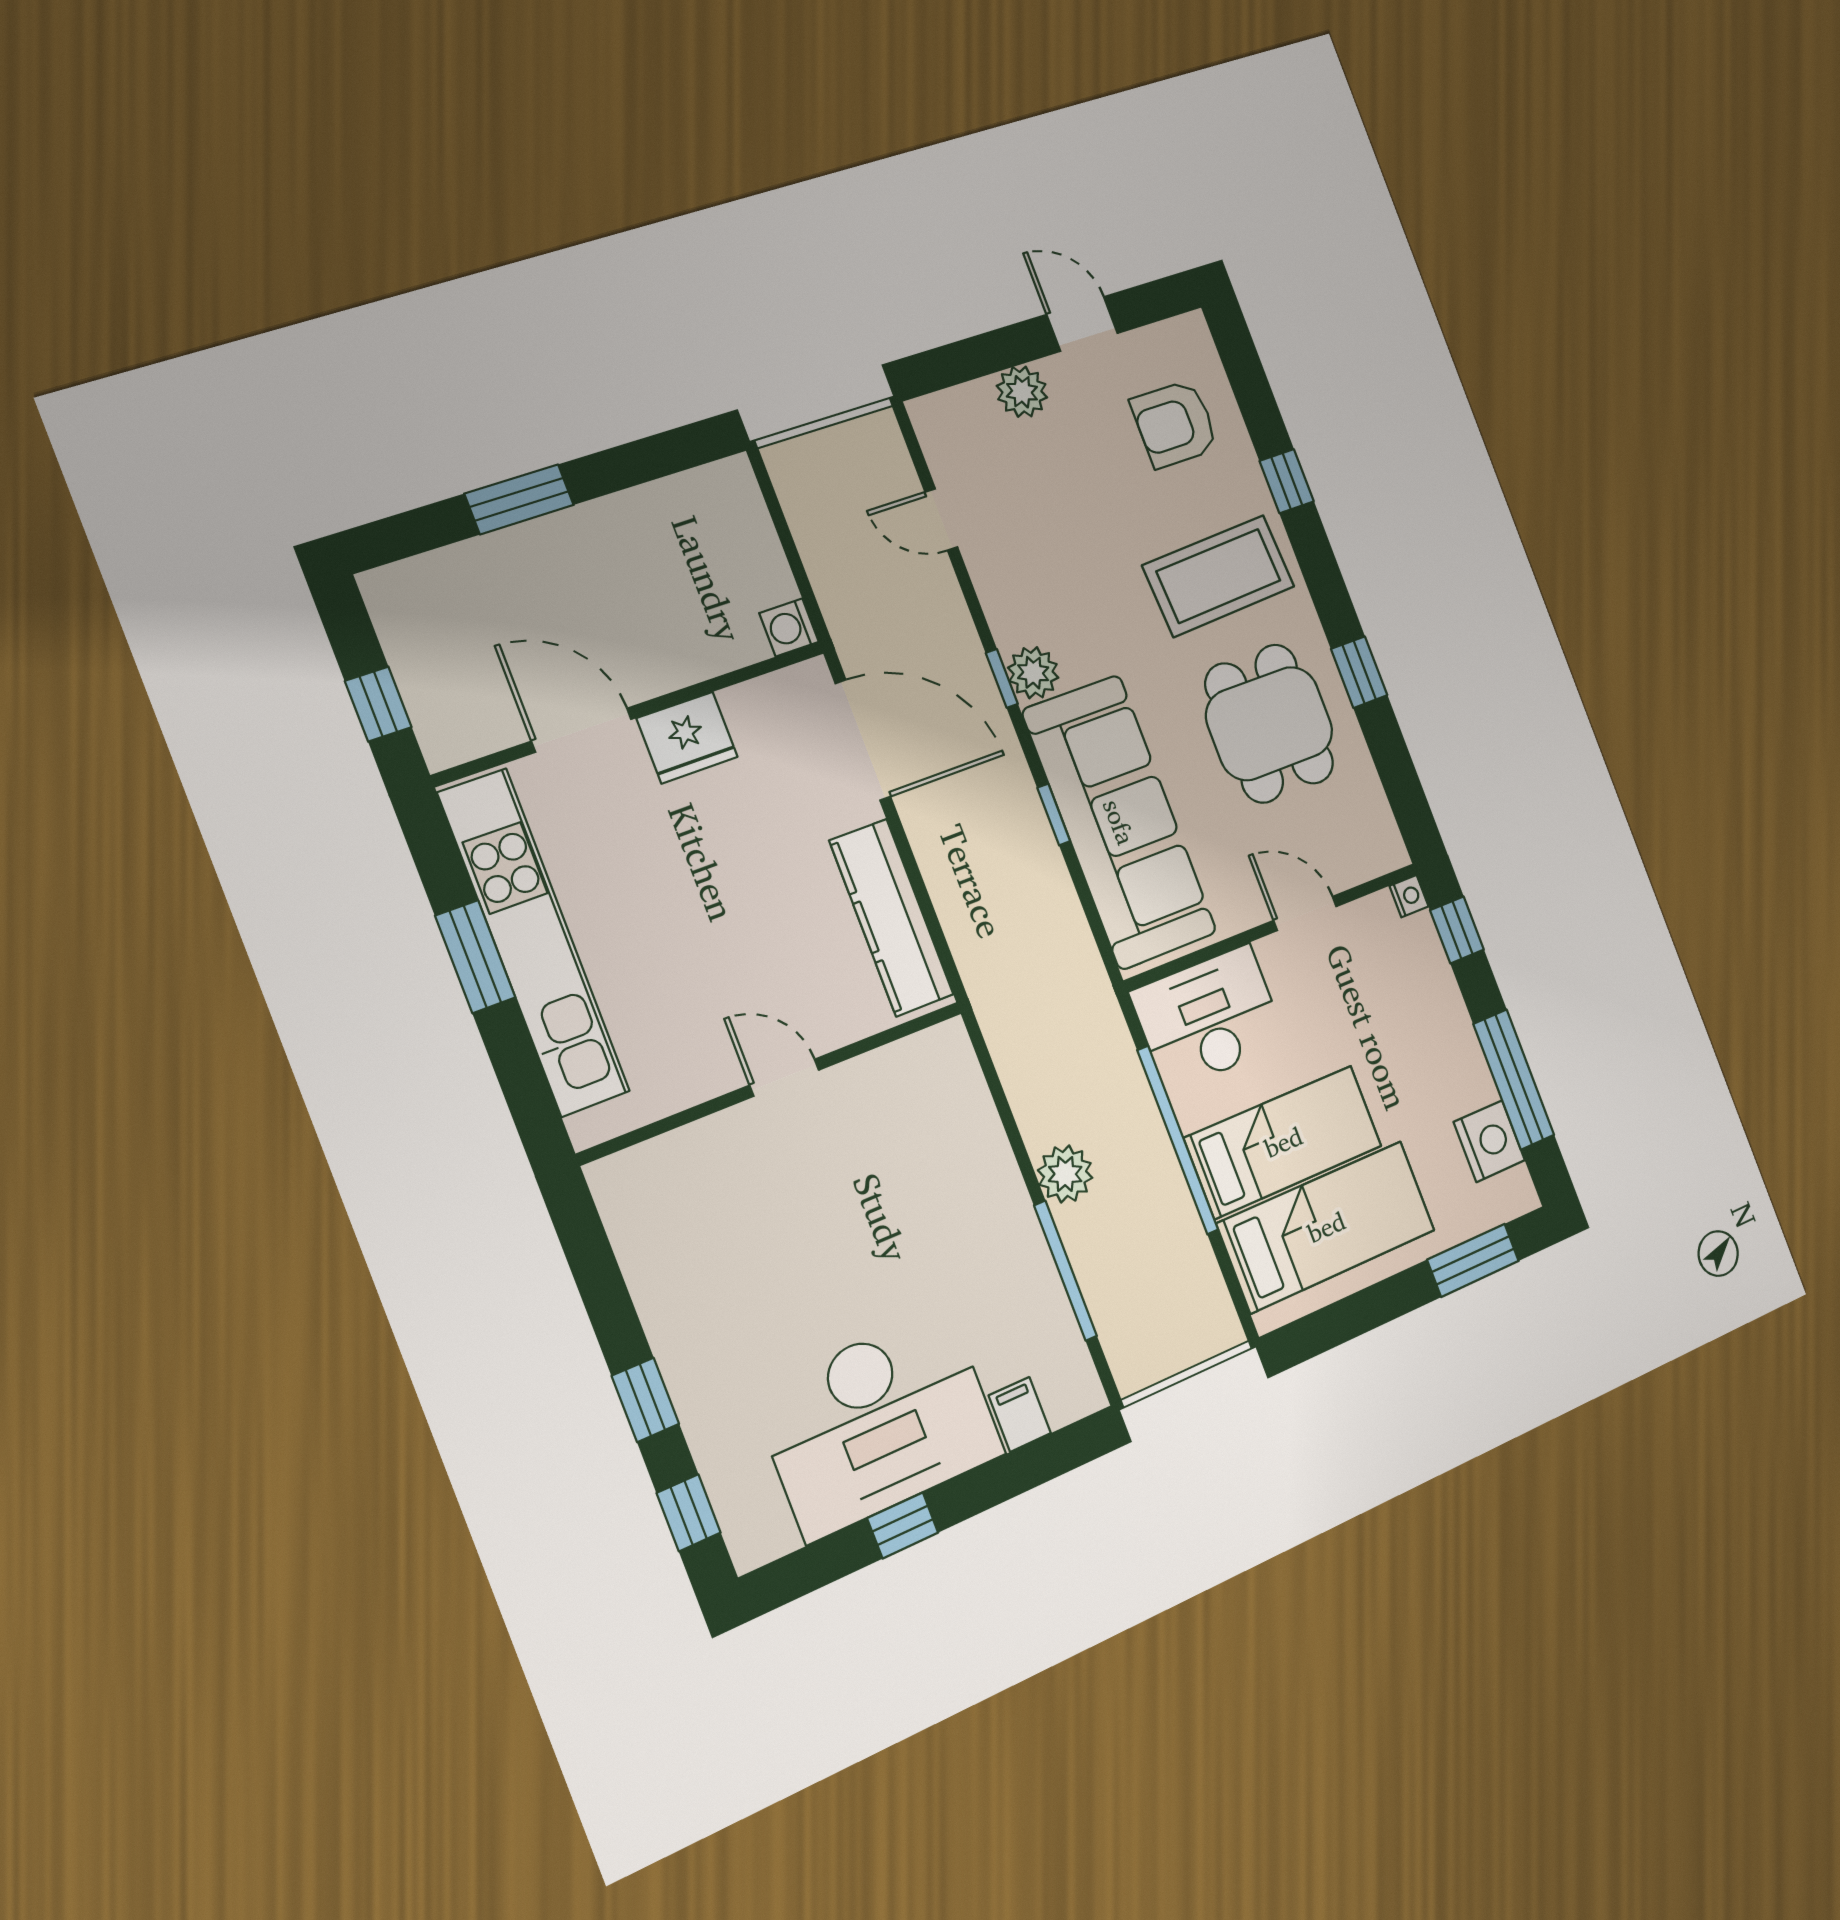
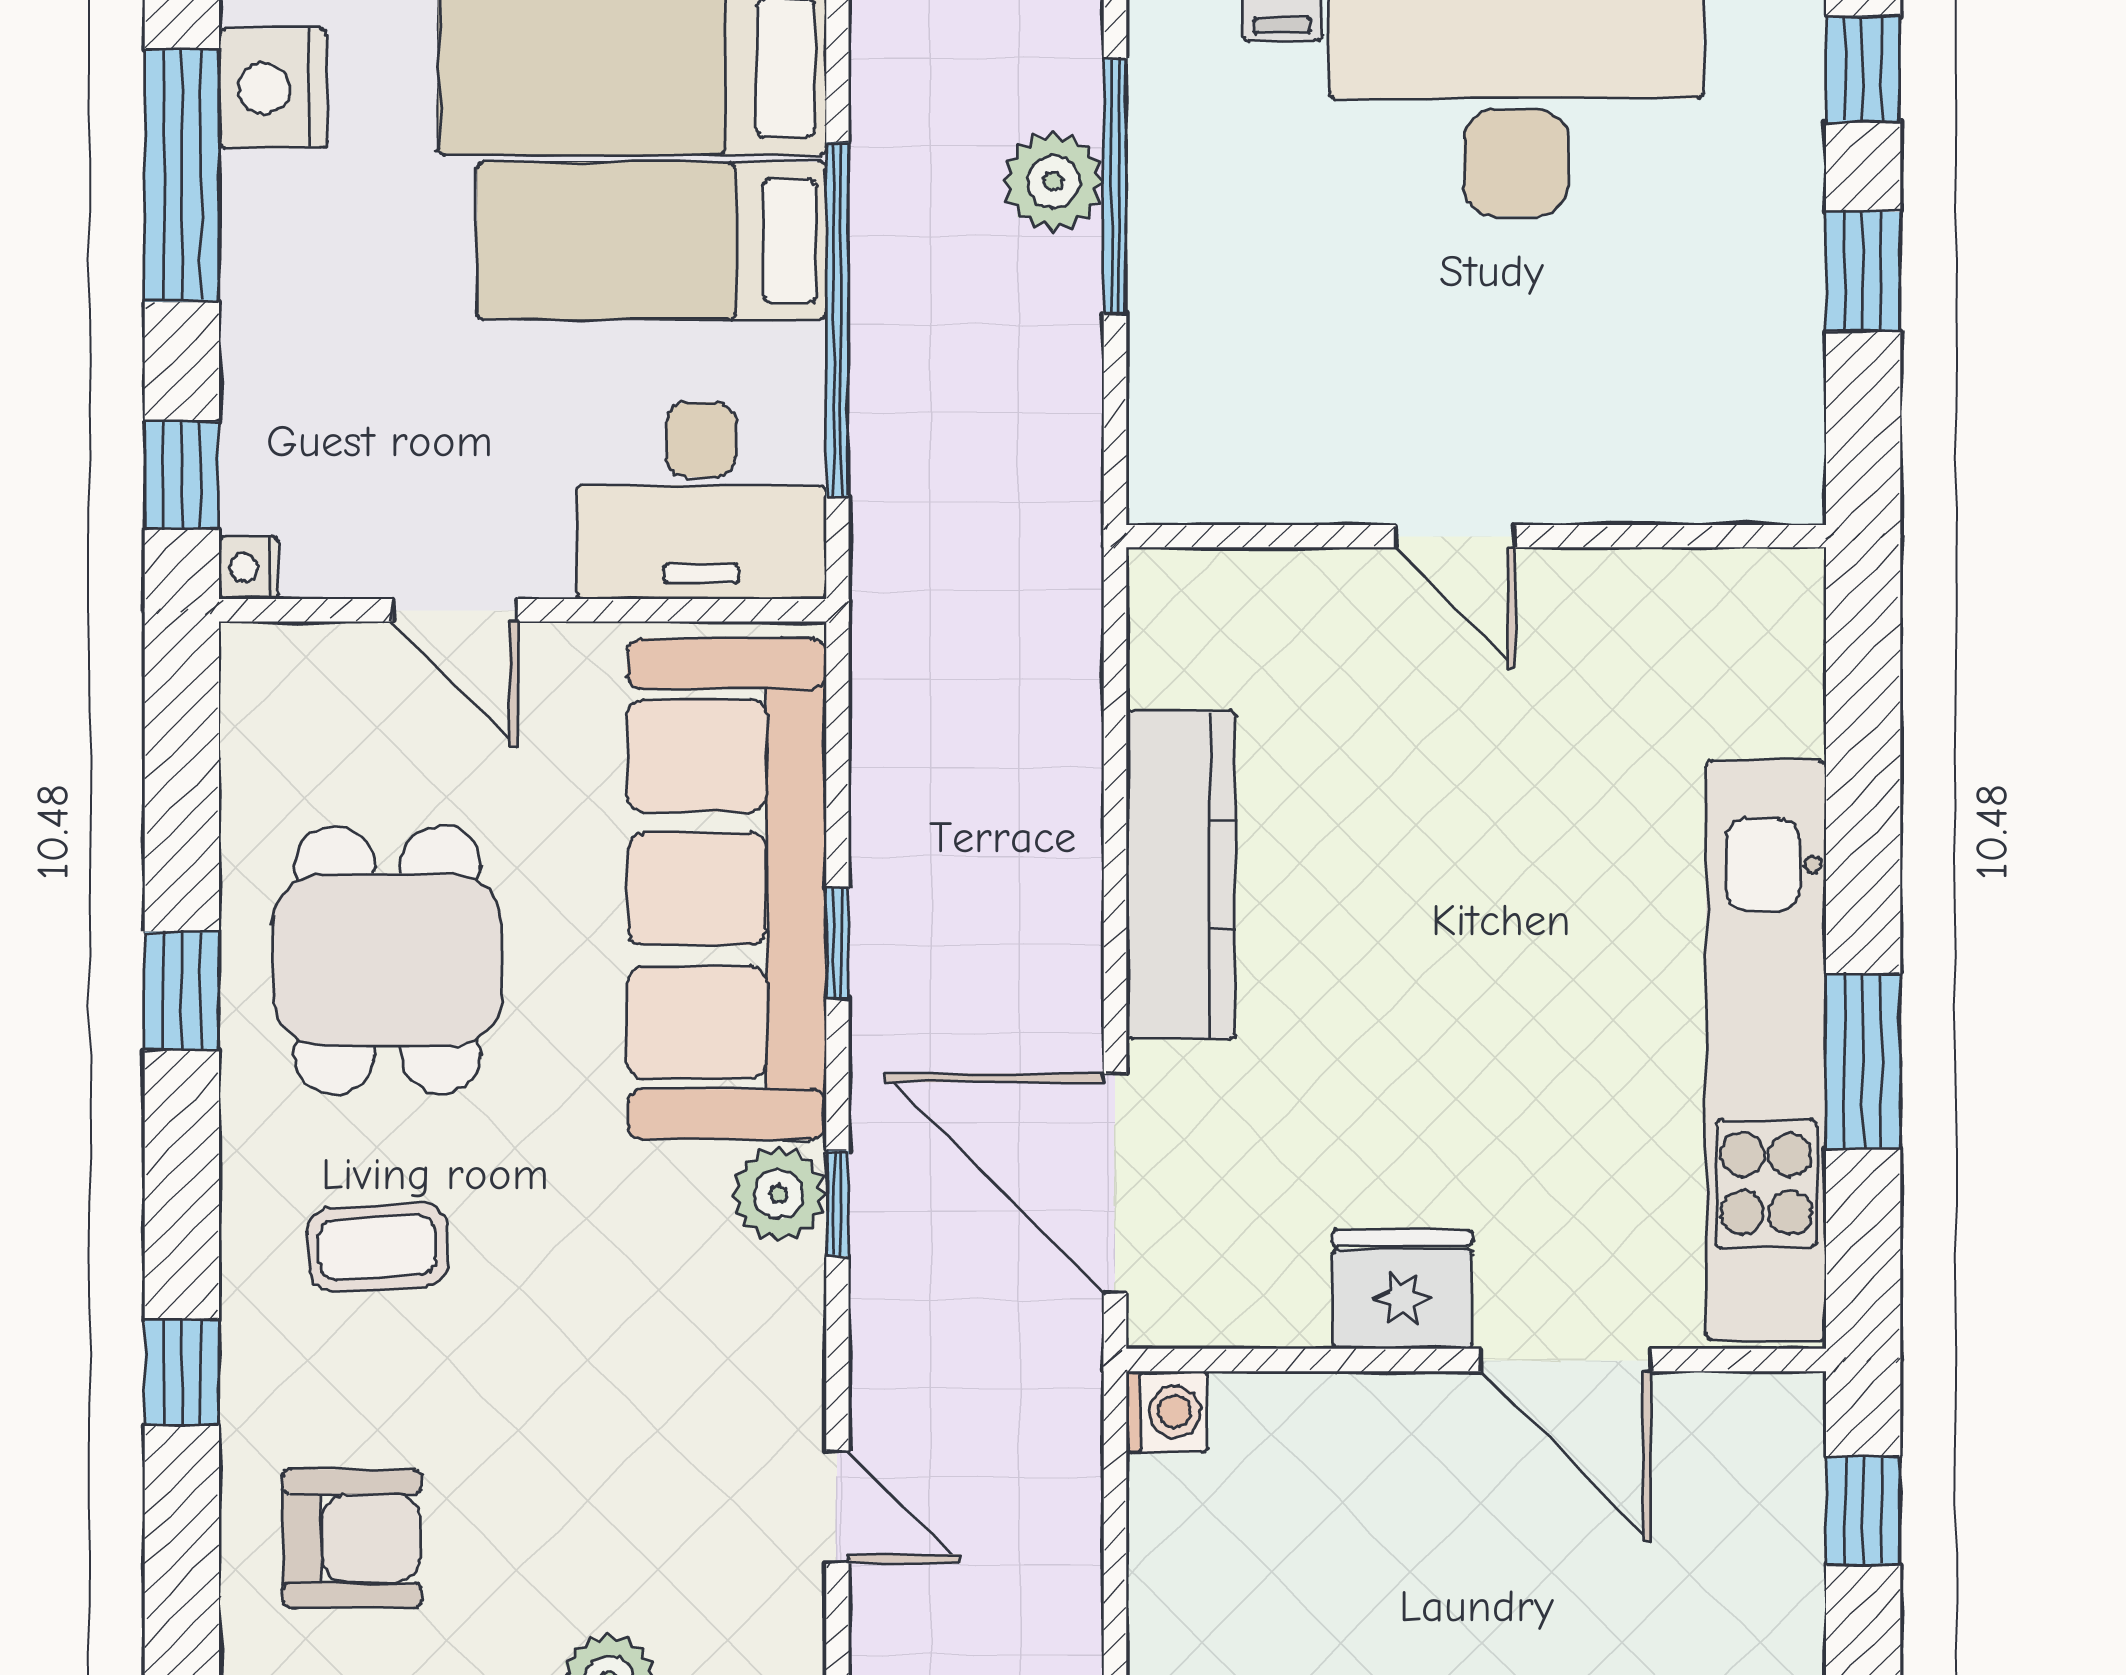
coffee table: (1219, 576) -> (378, 1247), width x0.54, depth x0.58
door: (784, 1078) -> (1455, 536), moved
wall: (773, 1082) -> (1476, 536), moved
plant: (1065, 1174) -> (1053, 181), moved

